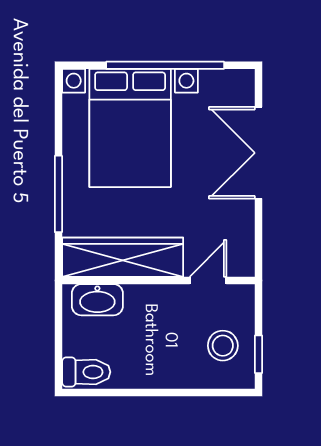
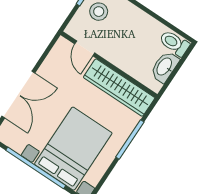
door: (208, 280) -> (85, 48), hinge flipped
washbasin: (97, 300) -> (165, 67), moved, turned -90

